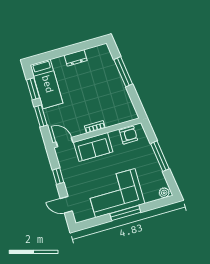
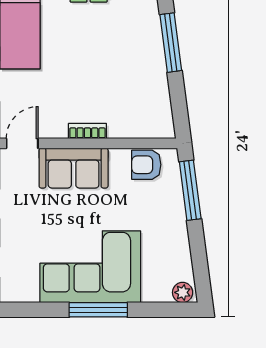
armchair: (128, 135) -> (146, 165), turned 180
door: (64, 142) -> (22, 143), hinge flipped
window: (160, 156) -> (190, 190), moved

